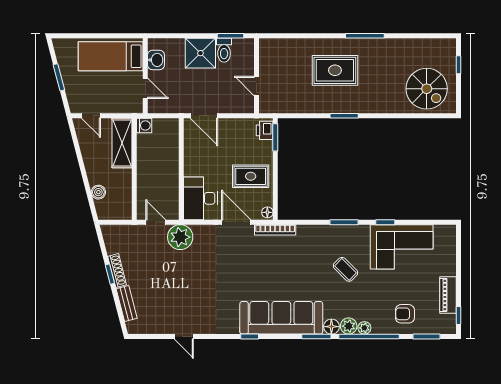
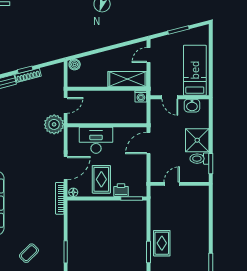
rug: (335, 70) -> (162, 243), moved, width x0.73, depth x0.70
door: (145, 88) -> (170, 97), hinge flipped
printer: (265, 130) -> (121, 190), moved
boiler: (98, 192) -> (75, 65), moved
desk: (201, 198) -> (96, 140), moved

